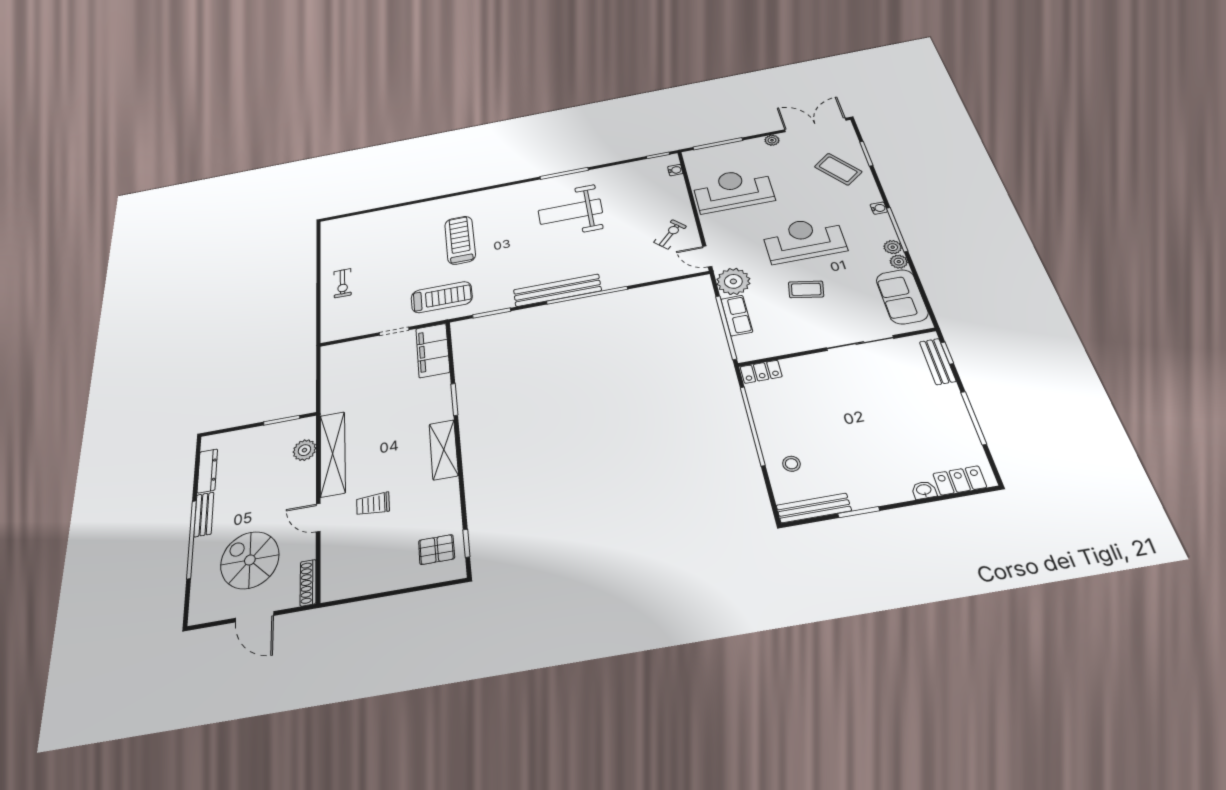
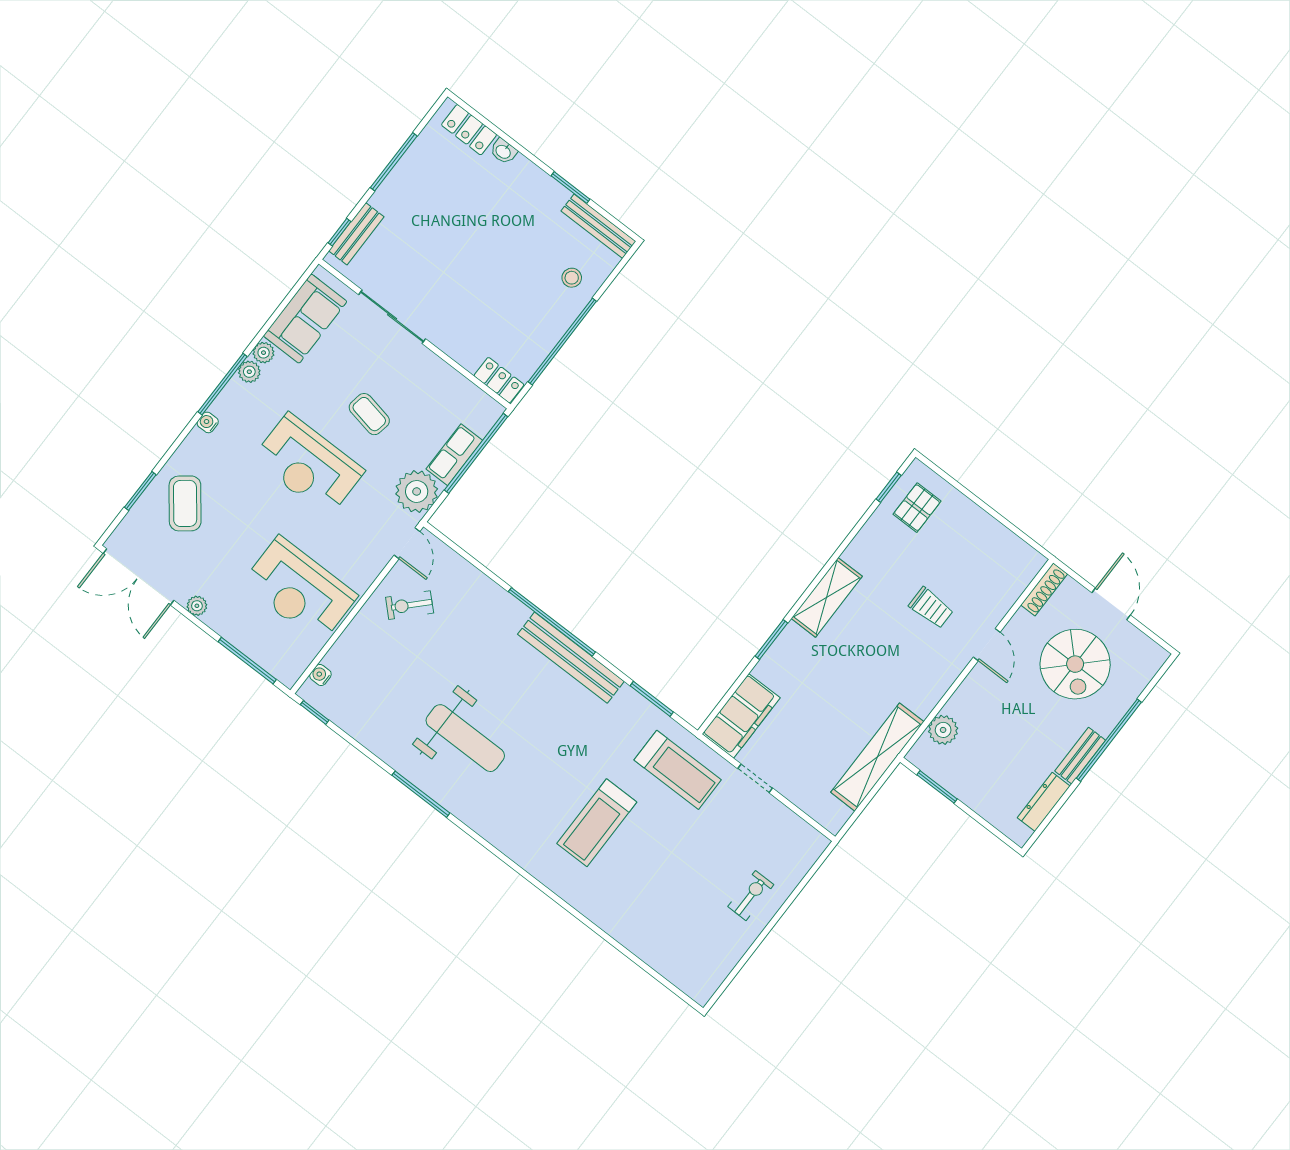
treadmill: (442, 297) -> (678, 770), turned 180
shelving: (333, 454) -> (877, 757), moved
pallet: (437, 550) -> (917, 508), turned 90

